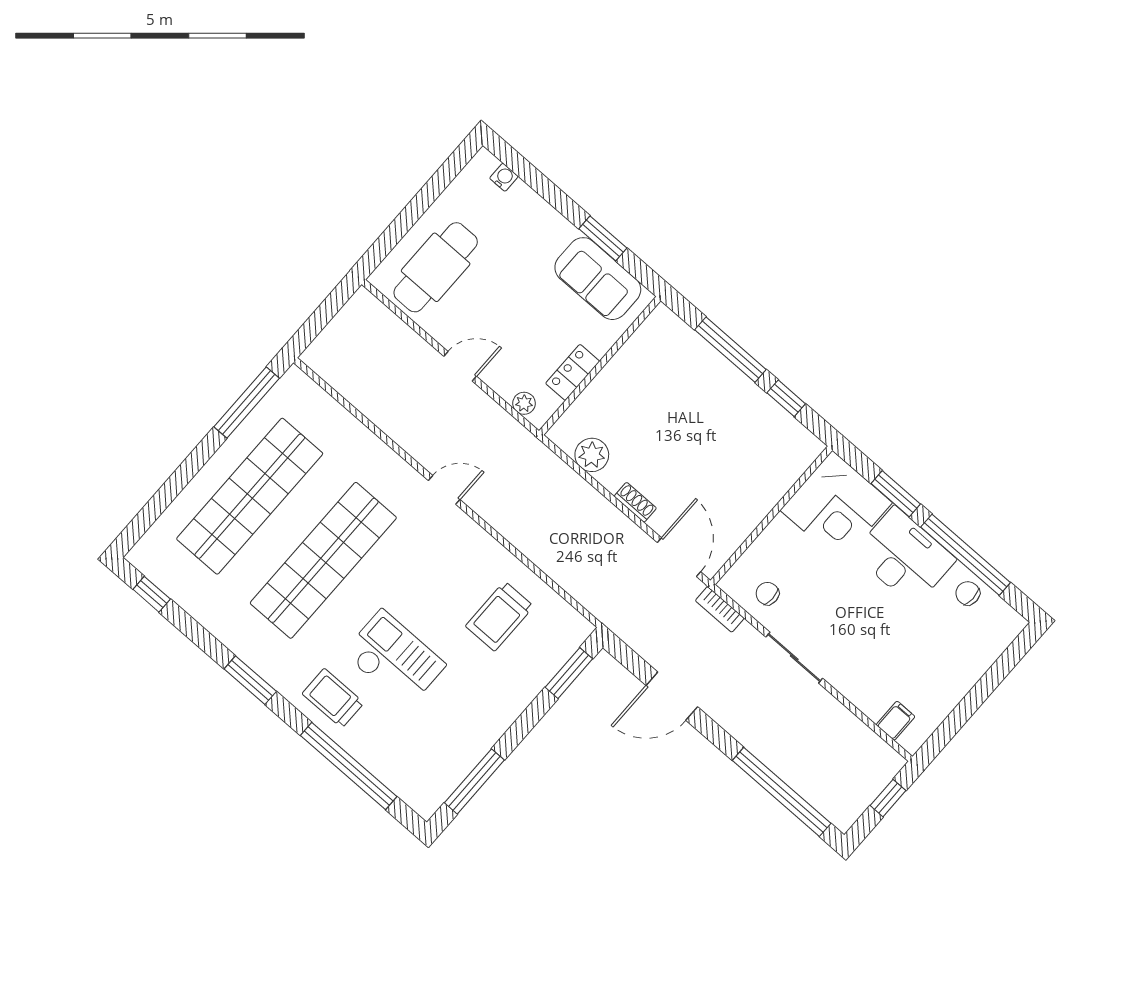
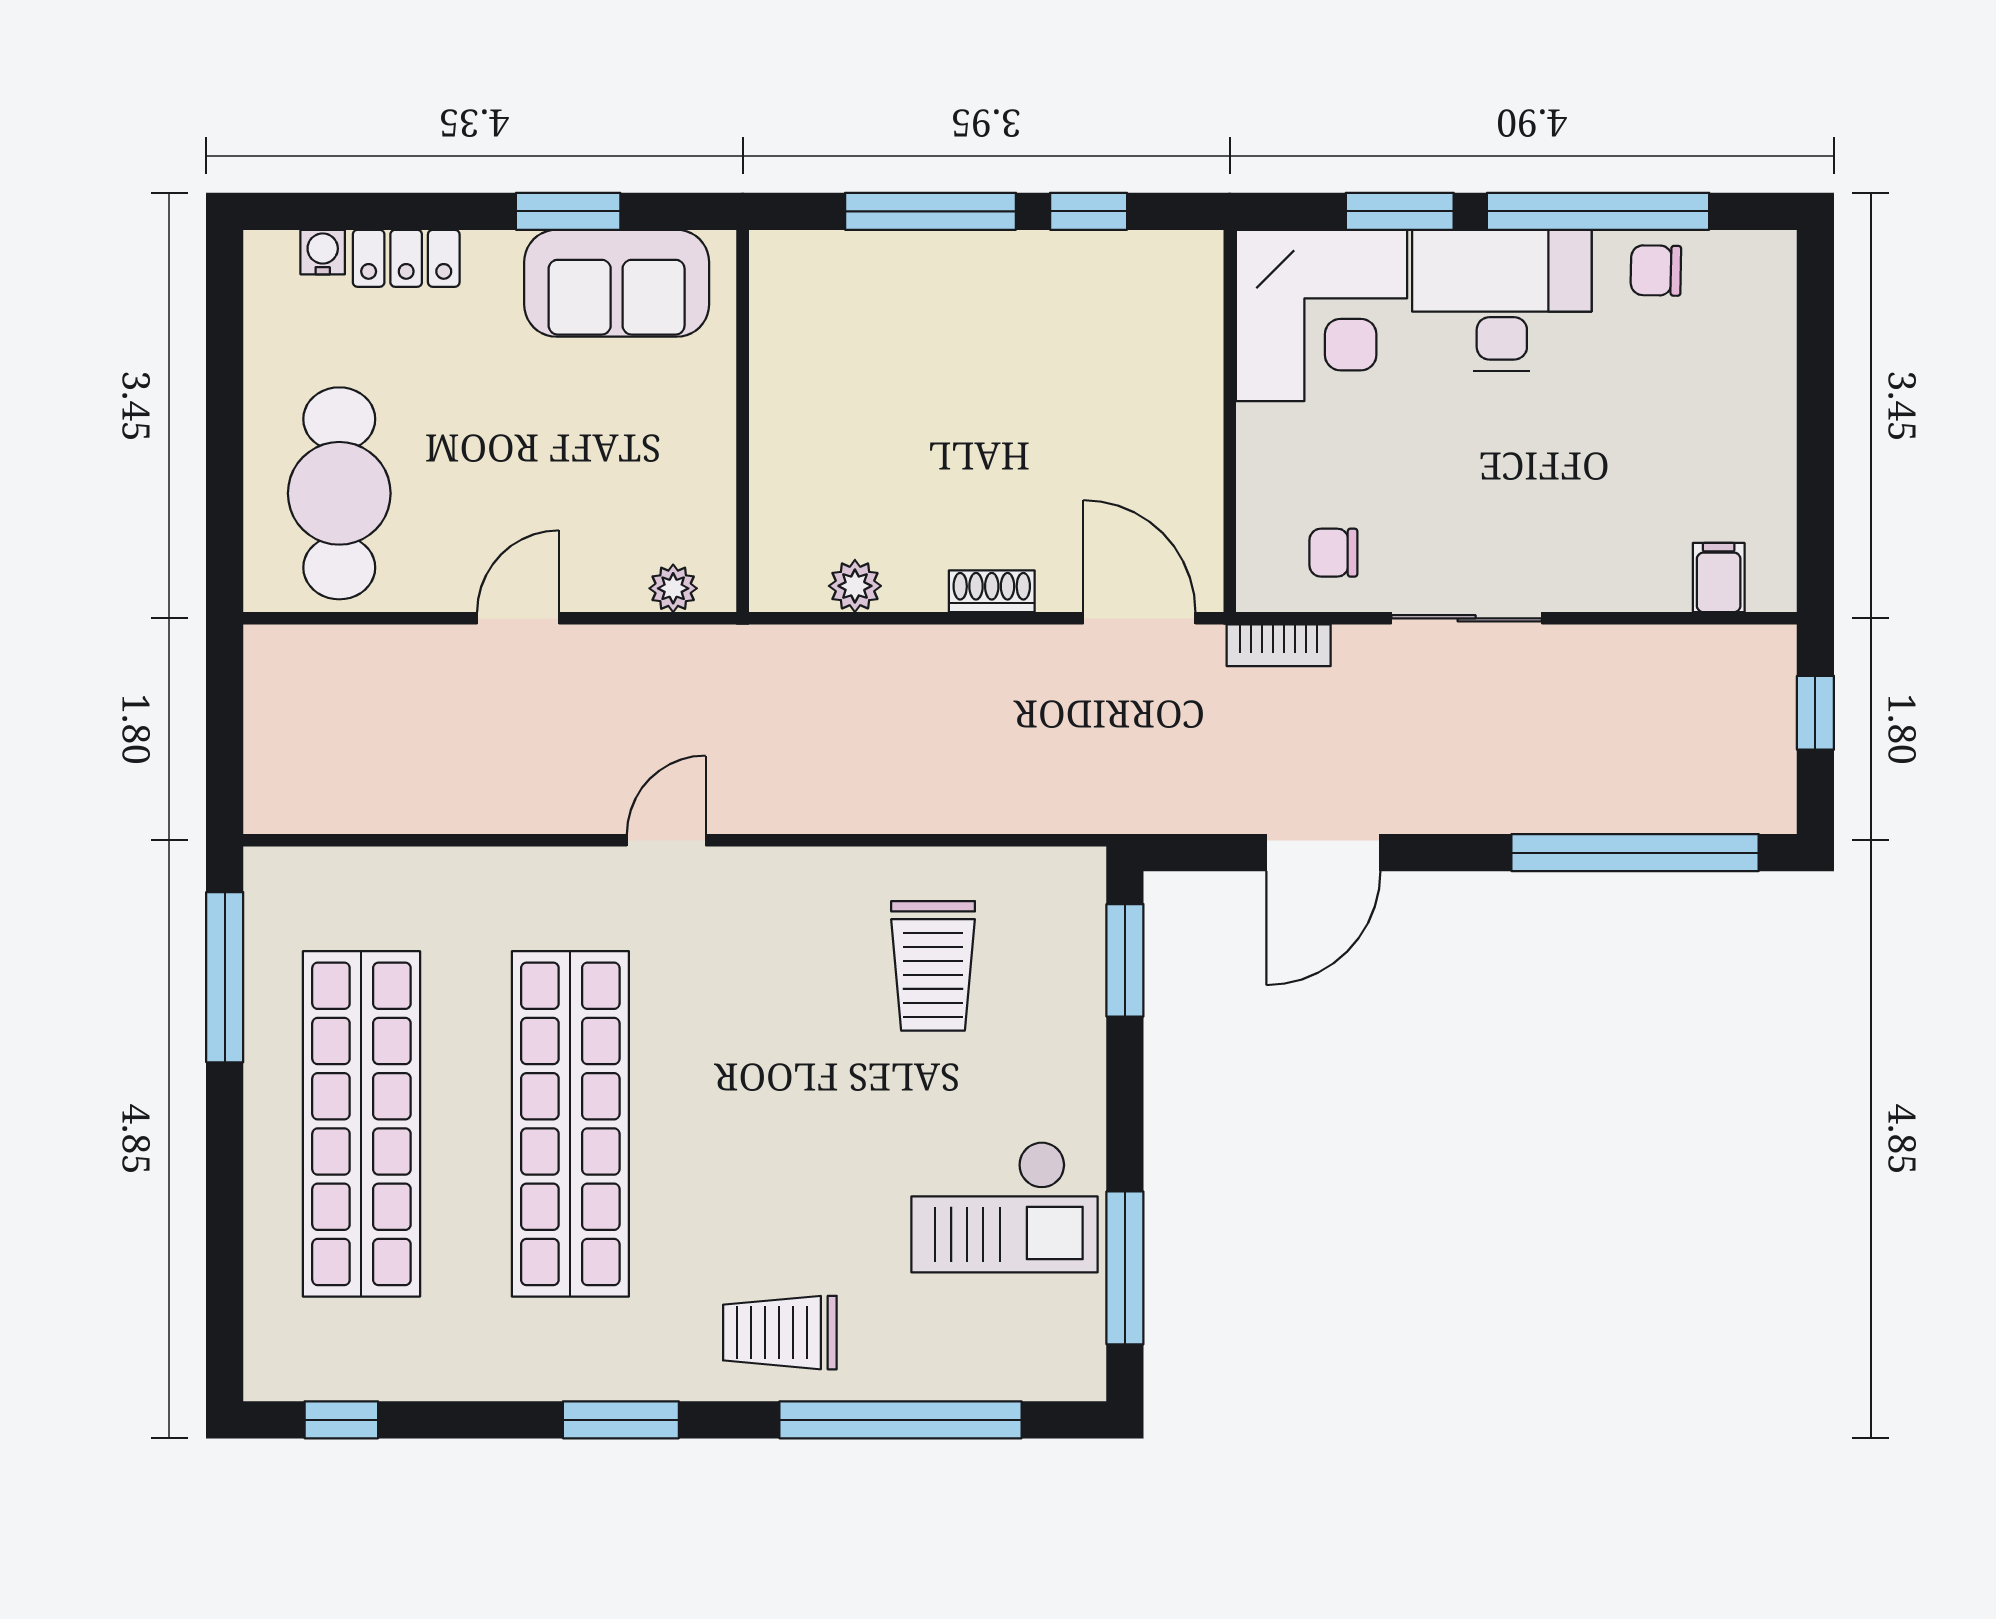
locker: (573, 372) -> (406, 258), moved, turned -90
plant: (592, 455) -> (855, 586), width x0.73, depth x0.73
checkout: (394, 659) -> (1005, 1207), moved, turned 180

